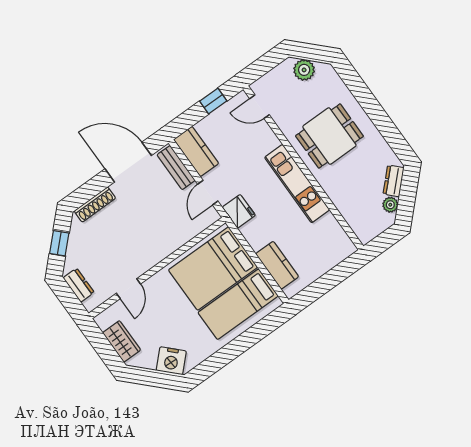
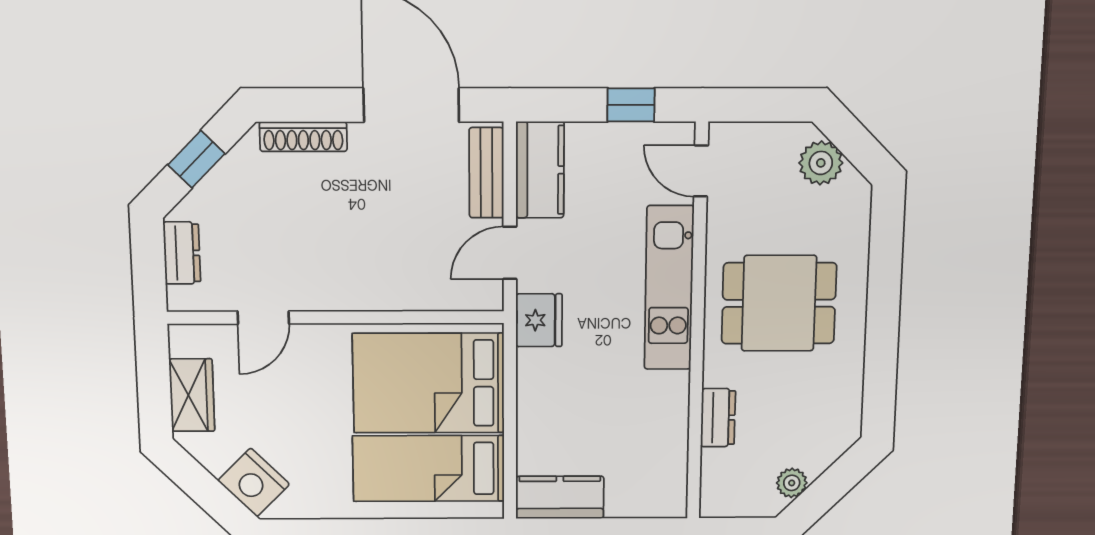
dresser: (394, 181) -> (718, 418), moved, turned 135
kitchen unit: (297, 184) -> (669, 288), moved
kitchen counter: (277, 265) -> (560, 497), moved, turned -90

